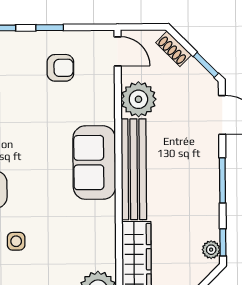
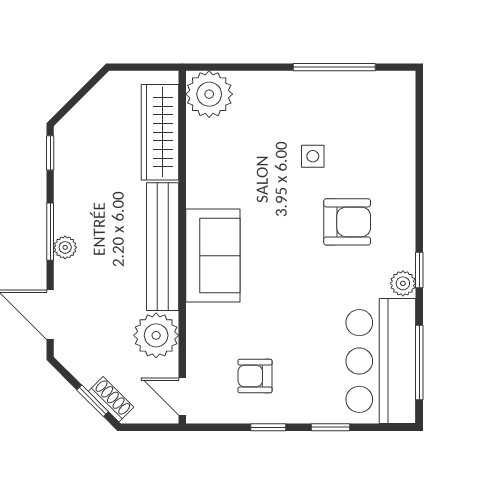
window: (206, 65) -> (93, 401), moved
plant: (211, 250) -> (65, 247), moved

